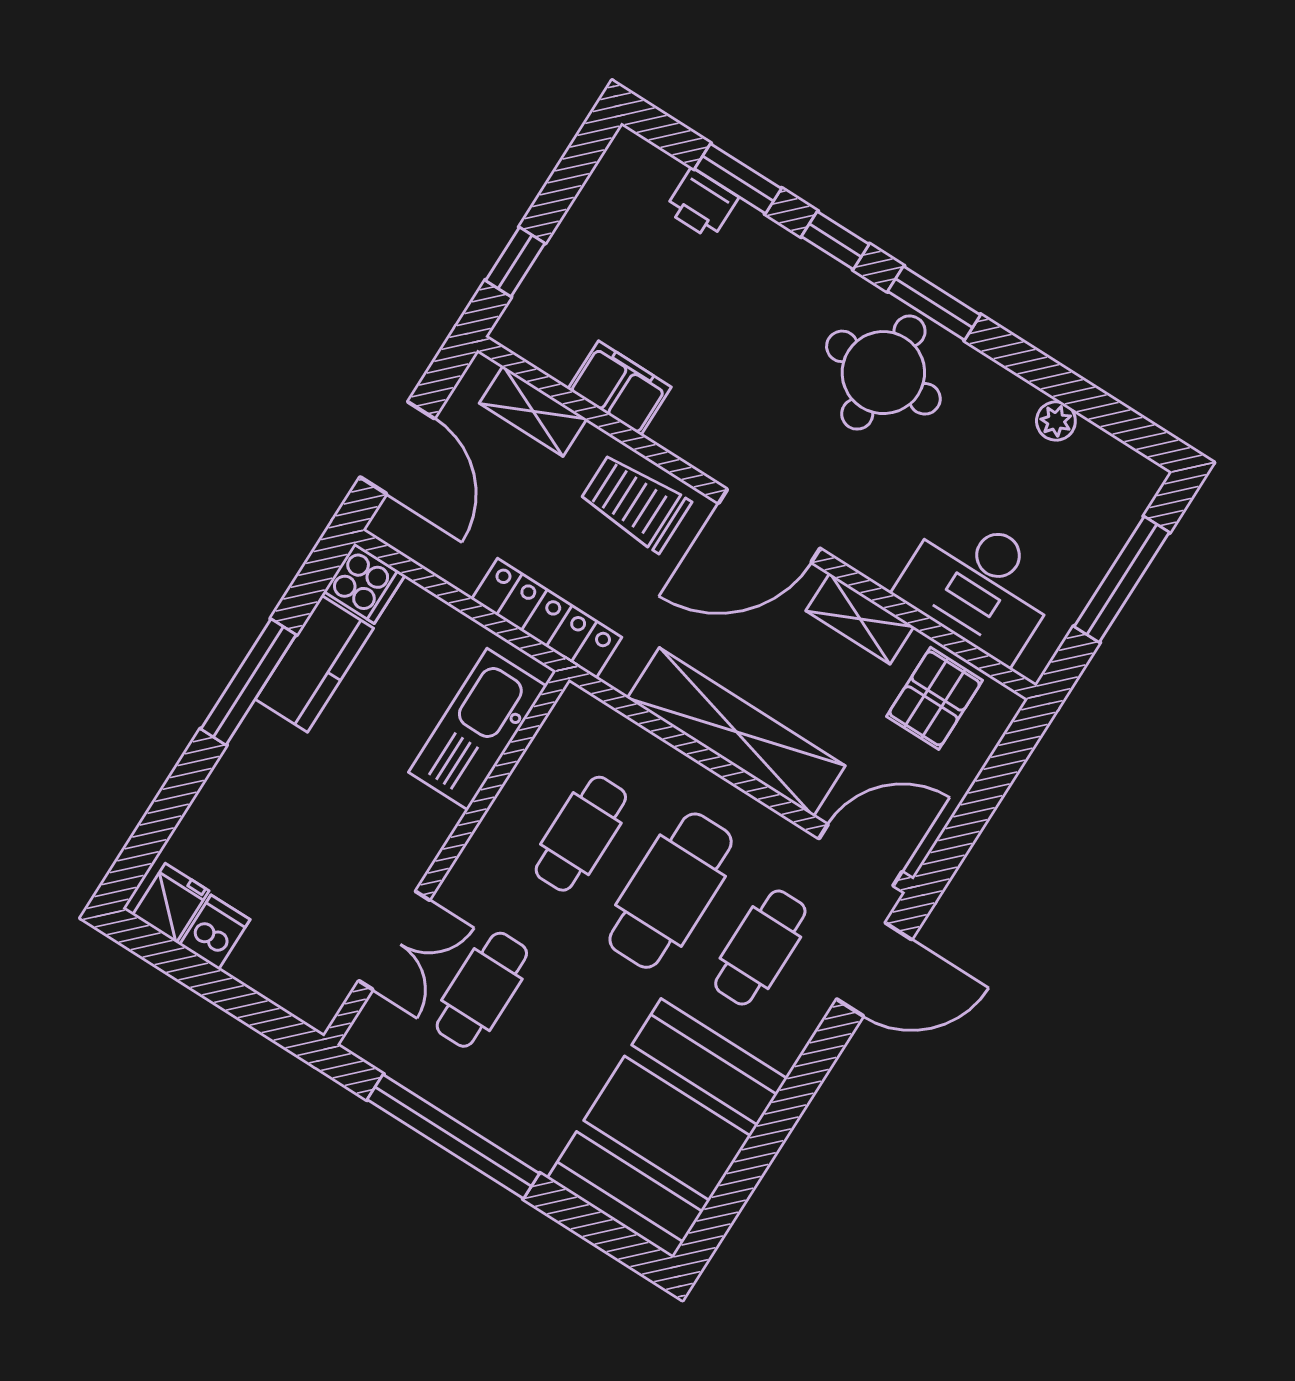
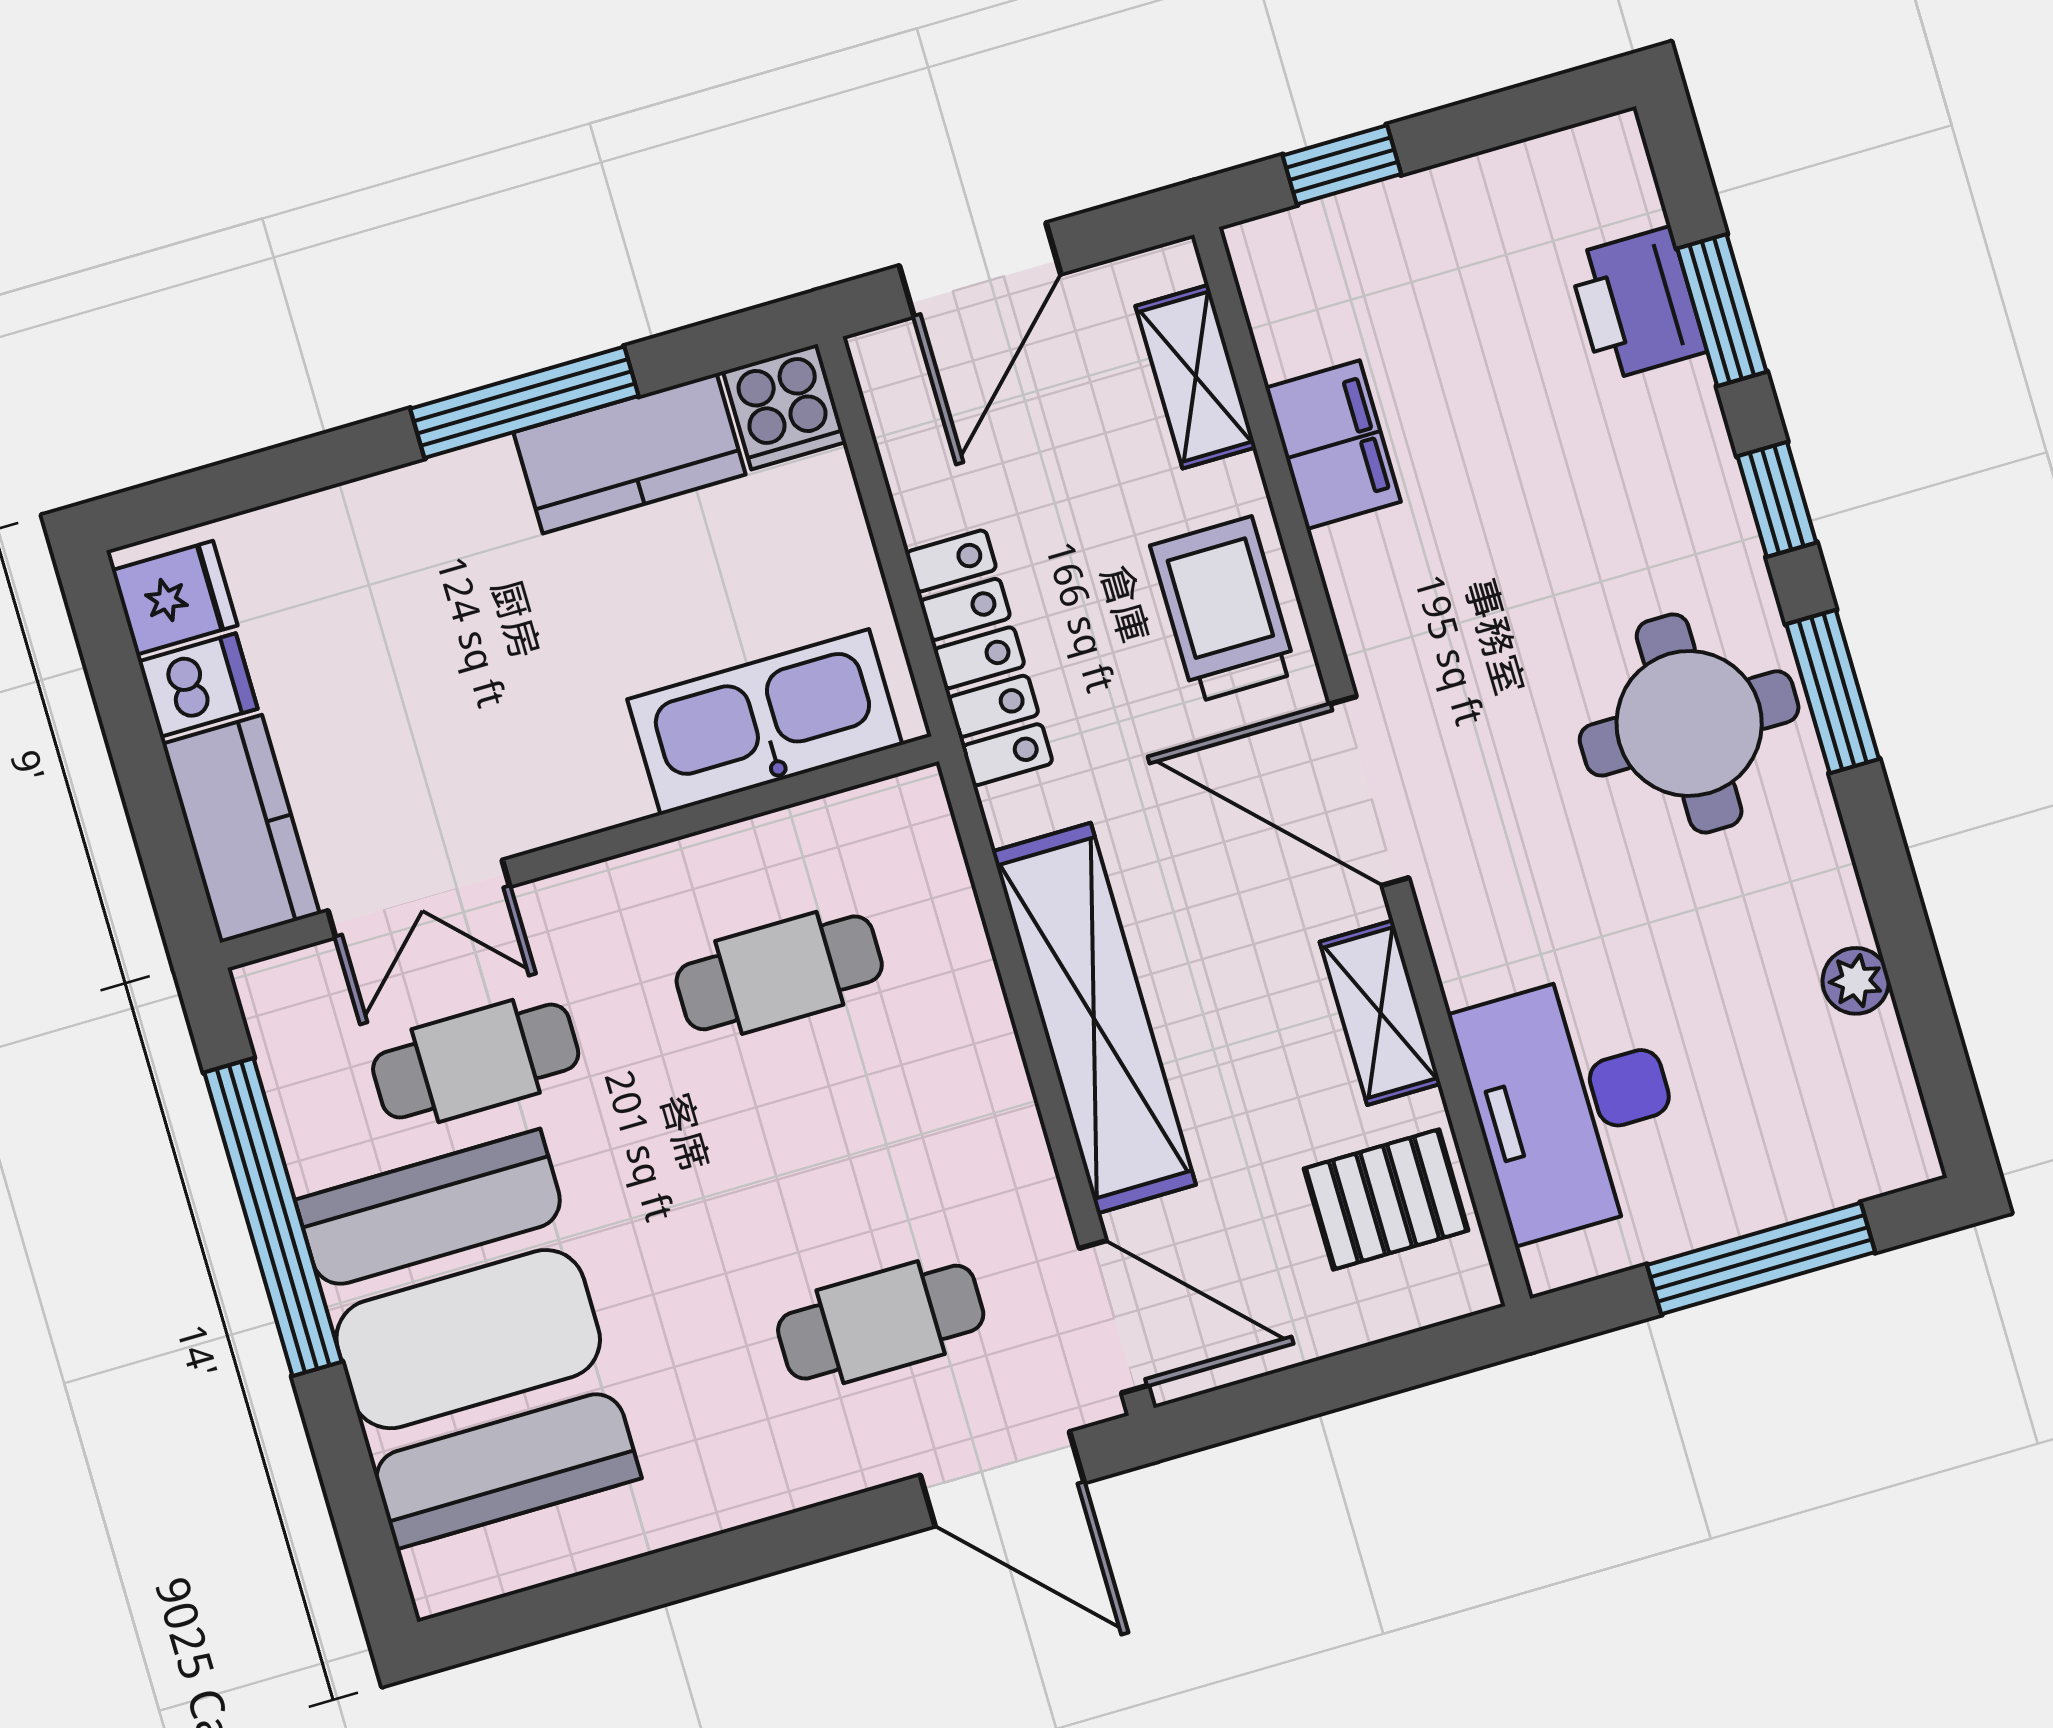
printer: (702, 204) -> (1637, 304), width x1.36, depth x1.24
cafe table: (671, 891) -> (830, 1147), removed
kitchen counter: (289, 979) -> (241, 829), added
booth: (667, 1128) -> (468, 1339), moved, turned 90

